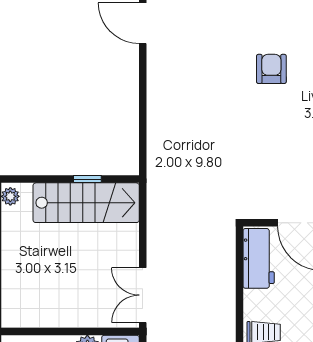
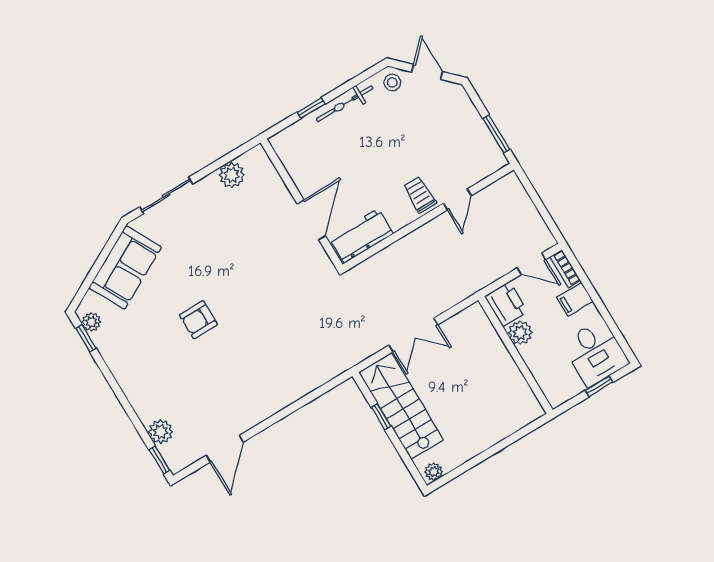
double door: (143, 295) -> (413, 335), moved

